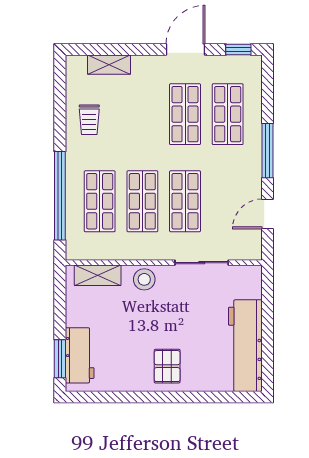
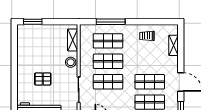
window: (60, 196) -> (111, 22), width x0.68
workbench: (80, 355) -> (34, 31), removed
pallet: (167, 366) -> (43, 79), moved

